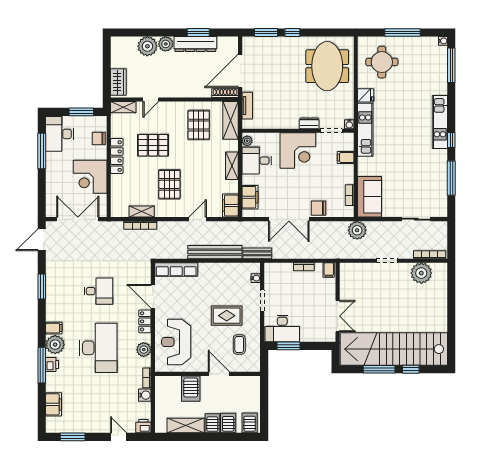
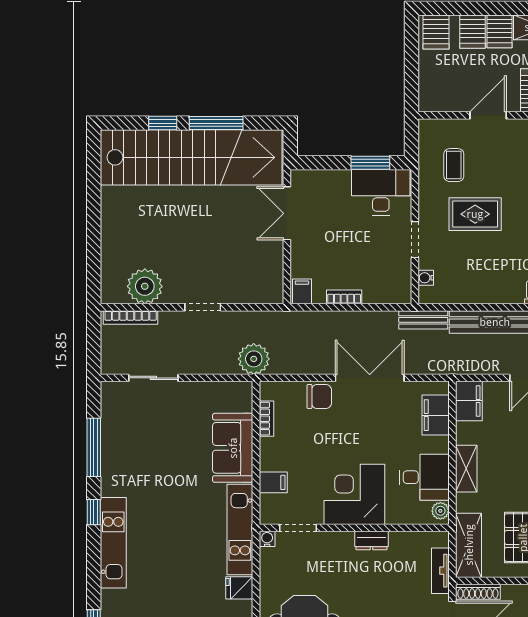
dresser: (309, 123) -> (371, 541), moved
sofa: (370, 197) -> (233, 448), moved
door: (219, 374) -> (488, 115), swing flipped

